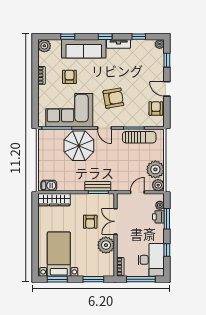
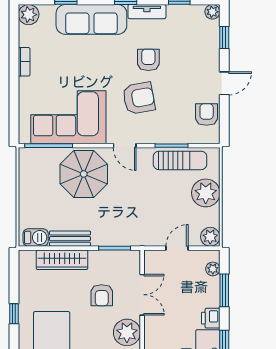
armchair: (69, 77) -> (148, 60), moved
door: (167, 89) -> (224, 83), swing flipped
plant: (155, 169) -> (206, 193), moved
bench: (98, 186) -> (70, 239), moved
wardrobe: (54, 200) -> (62, 260), moved
printer: (158, 217) -> (211, 318), moved
double door: (115, 221) -> (142, 295), swing flipped
window: (35, 233) -> (14, 314), added

